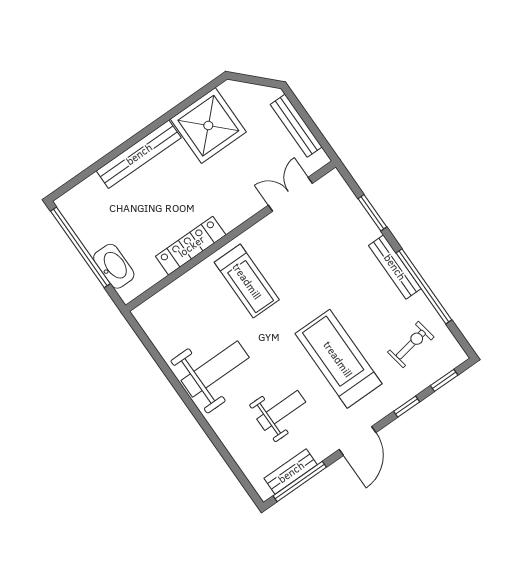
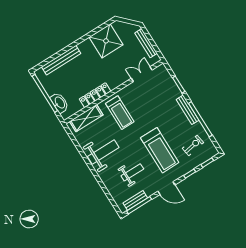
bench: (139, 154) -> (61, 60), moved
shelving: (174, 297) -> (86, 118), added
treadmill: (338, 359) -> (160, 150), turned 180
door: (358, 441) -> (166, 188), hinge flipped

